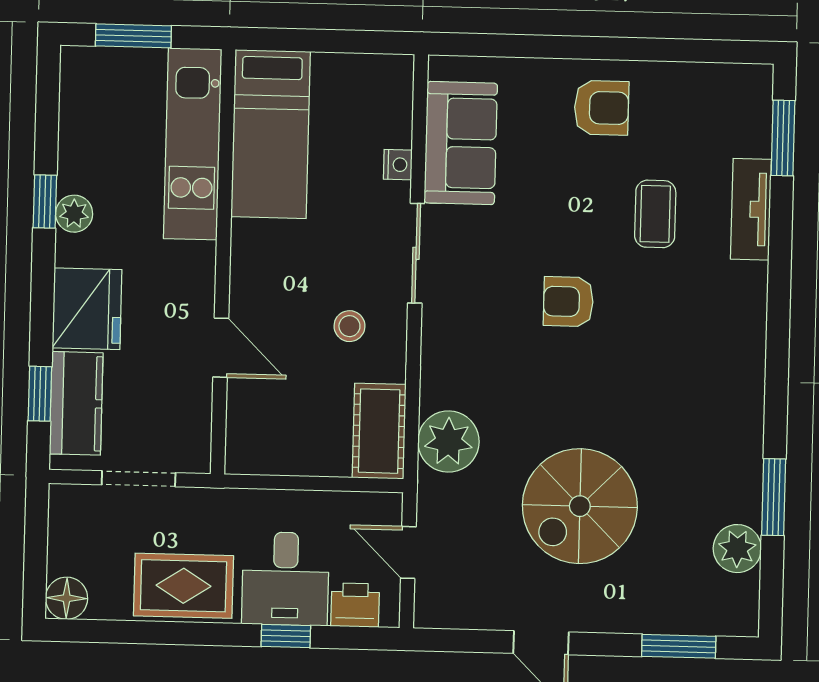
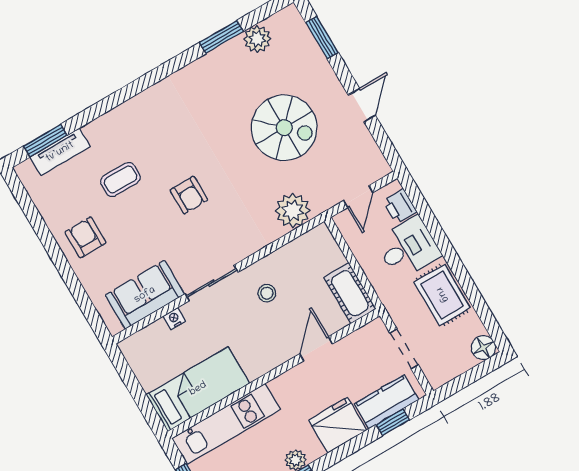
tv unit: (751, 209) -> (60, 152), moved
cot: (379, 431) -> (350, 293), moved, turned 90
window: (286, 636) -> (436, 230), removed

